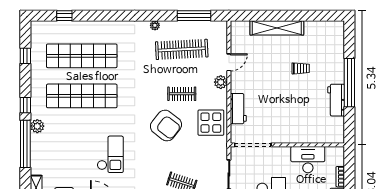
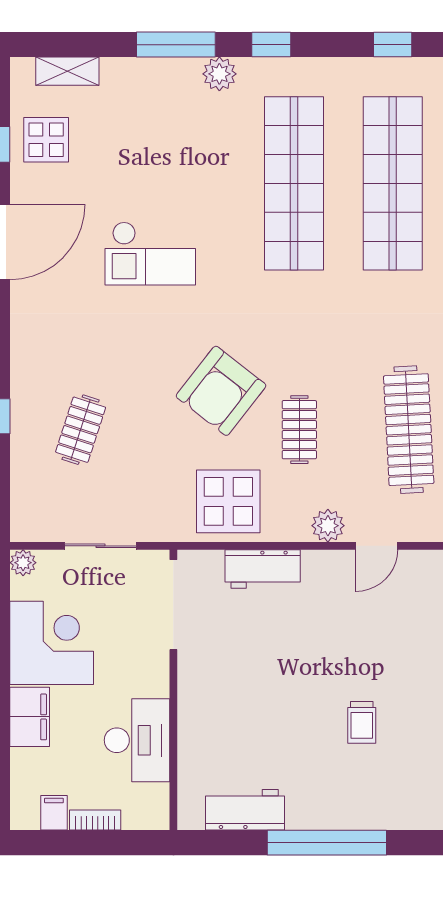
door: (229, 62) -> (377, 546), hinge flipped
workbench: (336, 100) -> (245, 810), moved
window: (25, 144) -> (176, 45), width x0.68

